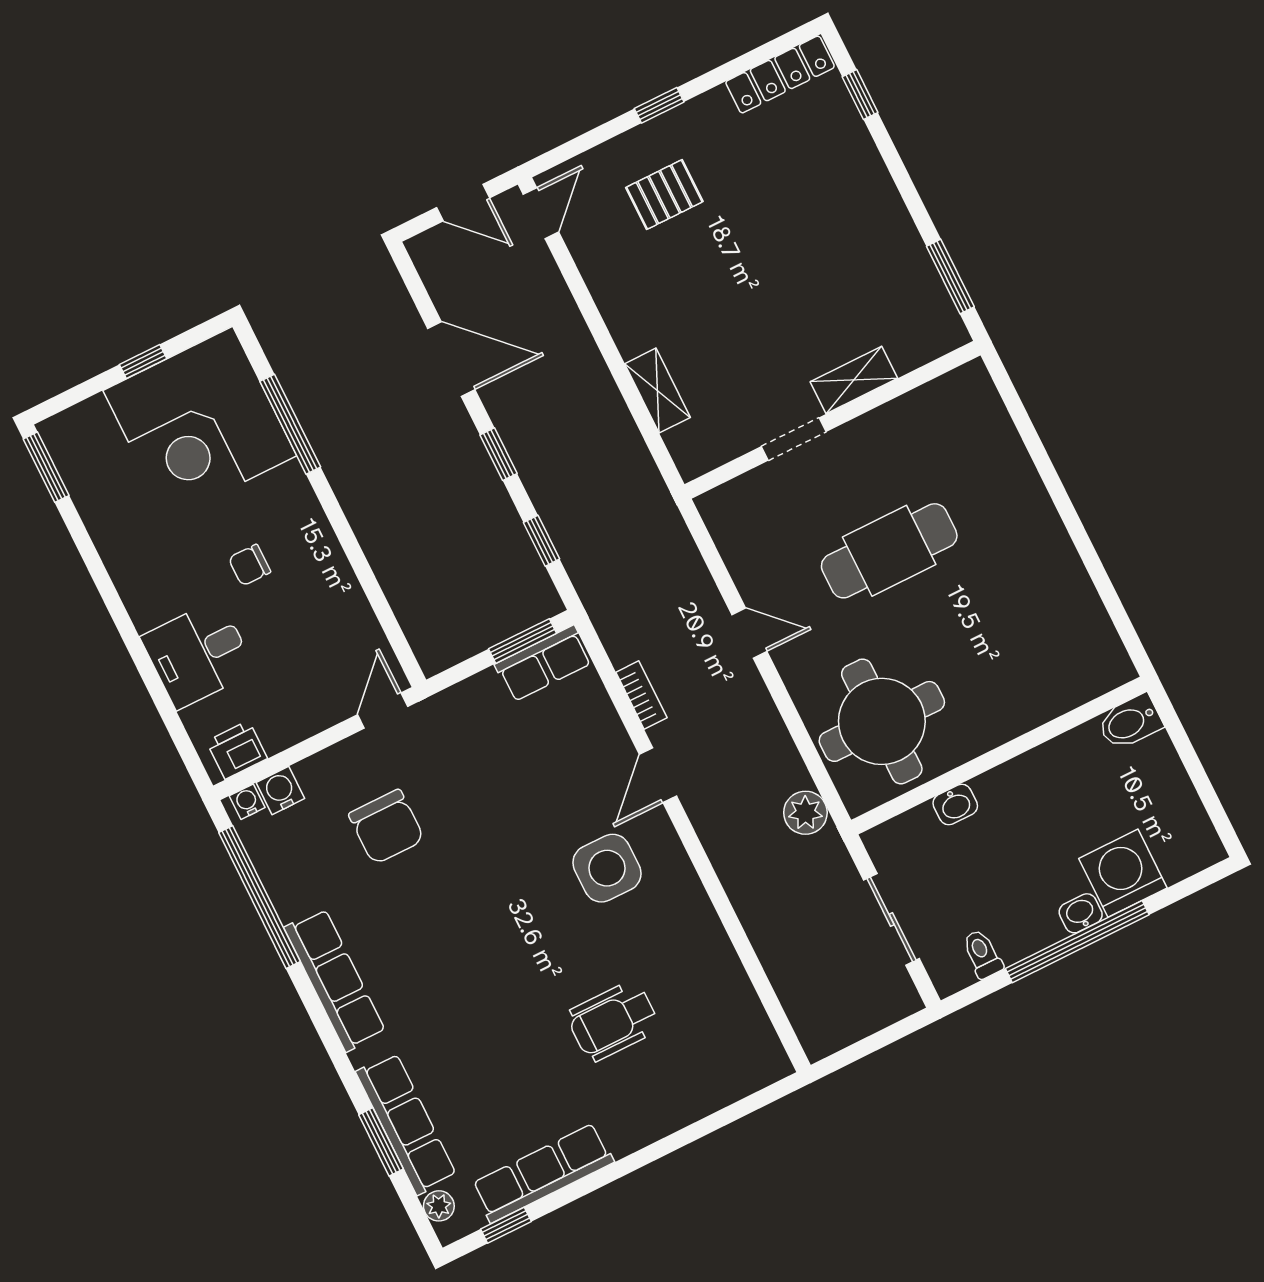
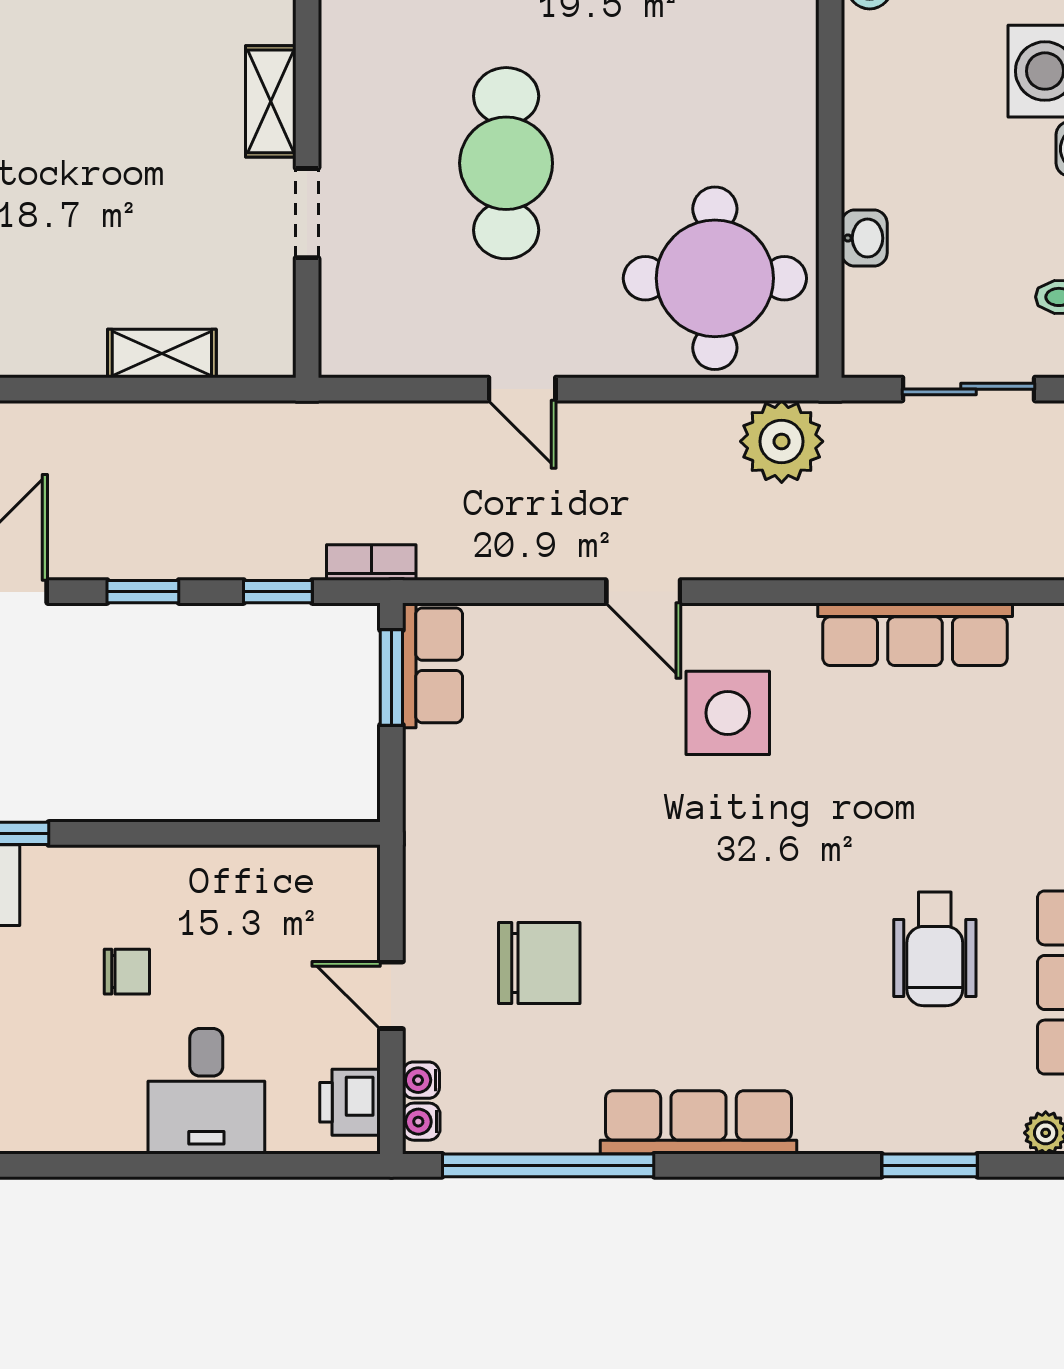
chair: (250, 565) -> (127, 972), turned -90
door: (749, 633) -> (522, 389), swing flipped
bookcase: (641, 695) -> (371, 562), moved
door: (383, 711) -> (391, 995), moved
water cooler: (280, 791) -> (421, 1080), width x0.72, depth x0.72
plant: (805, 813) -> (782, 441), width x1.36, depth x1.36
wheelchair: (613, 1021) -> (935, 949), moved
row of seats: (406, 1124) -> (915, 634), moved, turned 180

